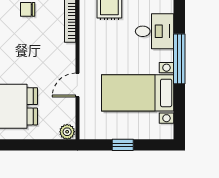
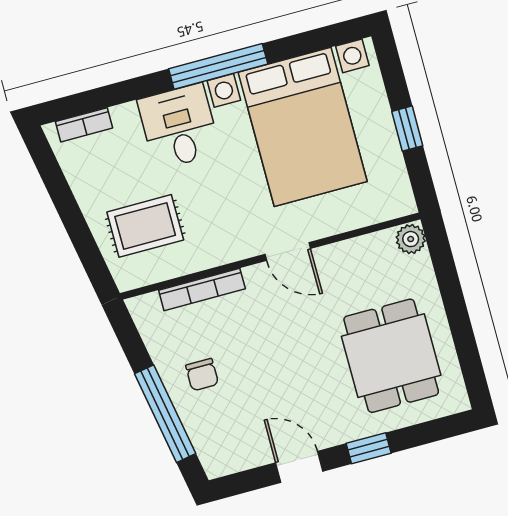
door: (77, 85) -> (288, 251), moved
bed with nightstands: (138, 93) -> (303, 127), width x1.36

